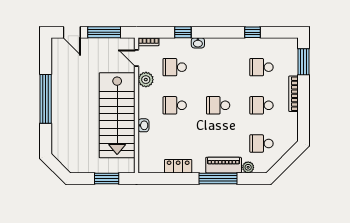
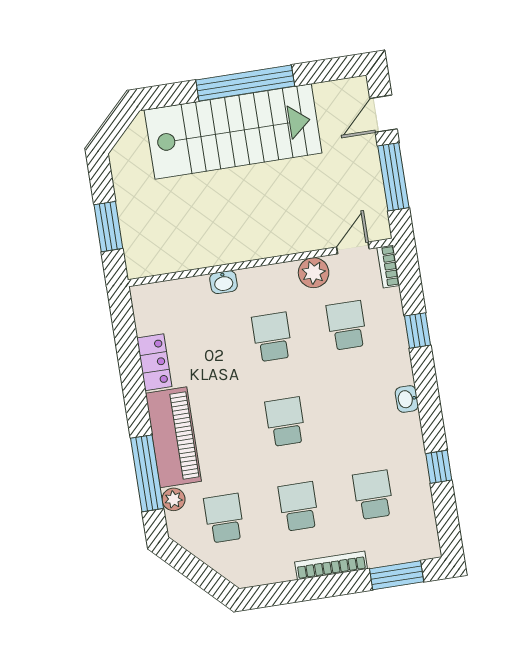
washbasin: (198, 43) -> (407, 399), moved
stairs: (117, 115) -> (233, 131), moved, turned 180
piano: (224, 165) -> (173, 437), width x1.37, depth x1.33
window: (218, 178) -> (147, 473), moved

